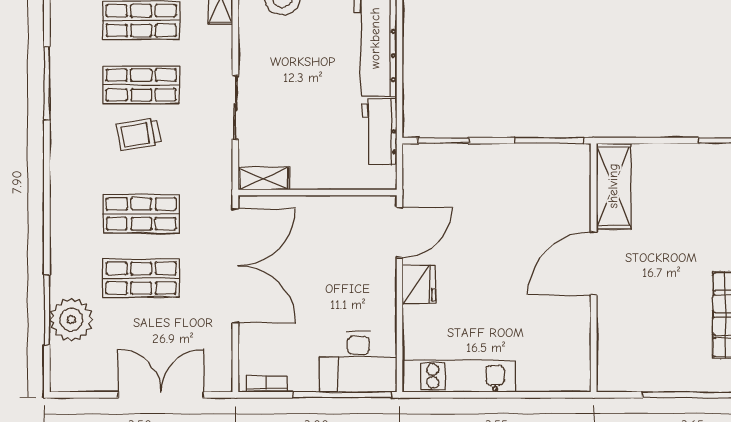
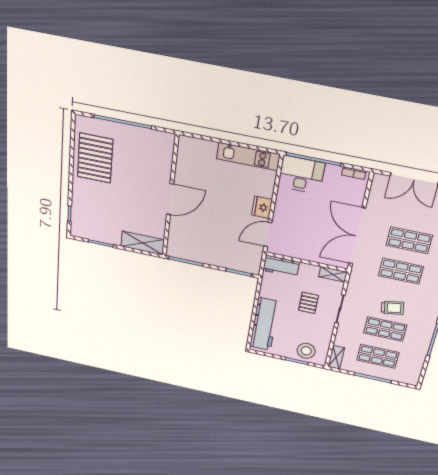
pallet: (298, 106) -> (308, 303), added
workbench: (380, 132) -> (281, 266), moved, turned 90
shelving: (613, 186) -> (143, 243), moved, turned 90

